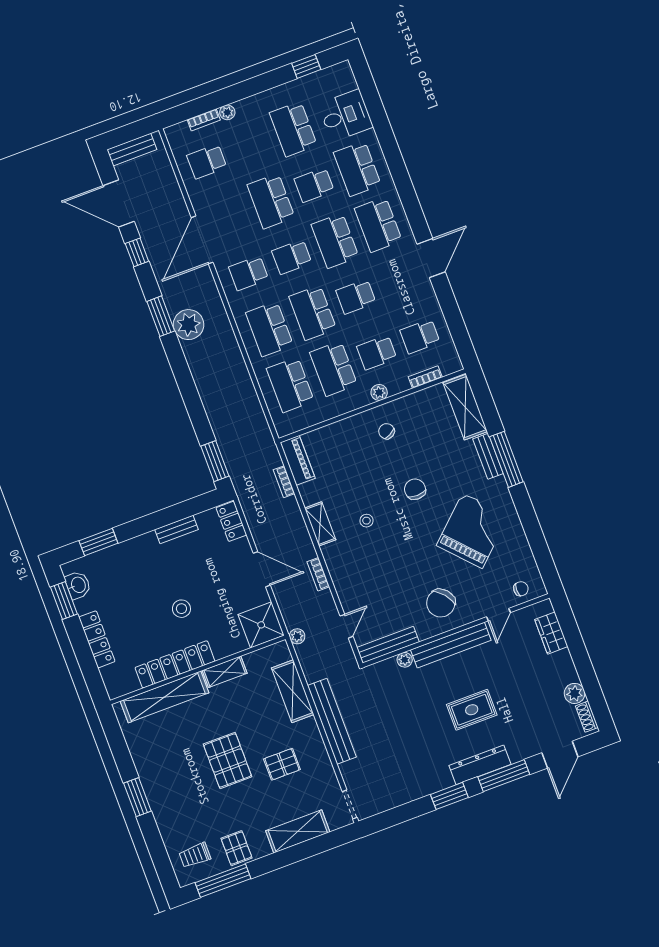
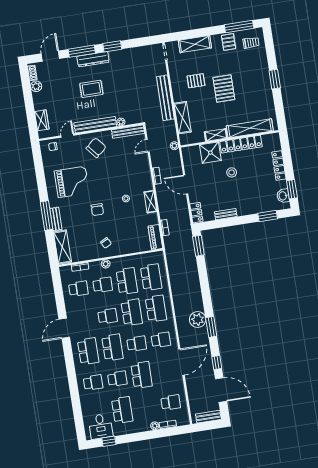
desk: (346, 116) -> (101, 426), moved, turned -90
school desk: (357, 169) -> (93, 383), width x0.54
grand piano: (472, 531) -> (72, 182), turned -137
shower: (261, 625) -> (210, 153), moved

